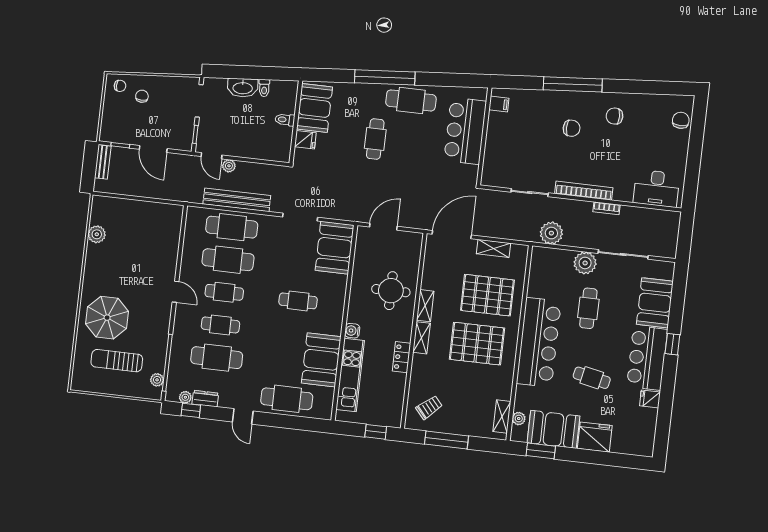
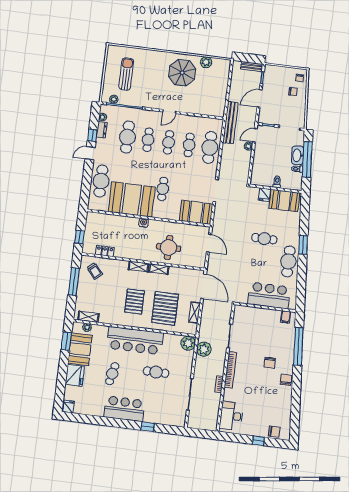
window: (249, 72) -> (307, 159), added
window: (385, 77) -> (303, 245), width x0.47
window: (573, 84) -> (298, 347), moved
chair: (615, 116) -> (286, 380), moved
window: (695, 145) -> (258, 441), added
bench: (237, 200) -> (230, 123), moved
cafe table: (228, 260) -> (189, 145), width x0.73, depth x0.74
plant: (585, 263) -> (188, 343), moved
booth: (655, 303) -> (159, 414), removed
parasol: (107, 318) -> (182, 73), moved
pallet: (477, 344) -> (135, 302), width x0.73, depth x0.71
window: (672, 344) -> (148, 427), moved
locker: (401, 357) -> (105, 251), moved
booth: (321, 360) -> (132, 199), width x1.36, depth x1.42
kitchen unit: (350, 375) -> (116, 221), removed
fridge: (650, 399) -> (68, 407), moved
window: (191, 410) -> (92, 135), moved

